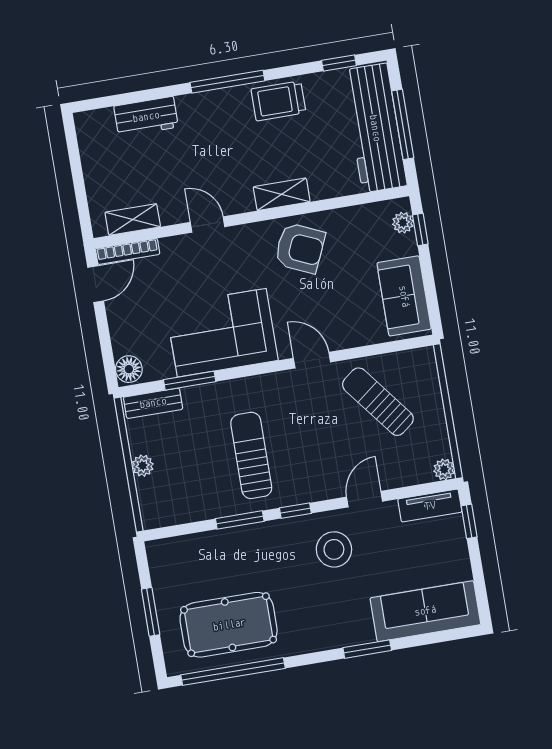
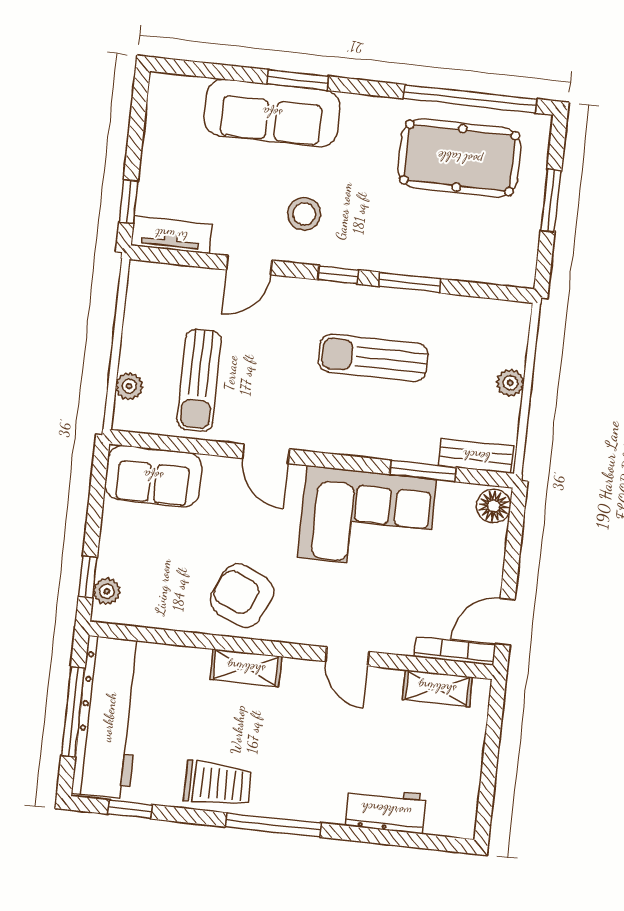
sofa: (404, 296) -> (153, 476), moved, turned 90
sun lounger: (378, 402) -> (199, 380), turned 38
sun lounger: (251, 455) -> (373, 358), turned 90
plant: (444, 469) -> (129, 386), moved
stool: (334, 549) -> (304, 214), width x0.73, depth x0.73
sofa: (425, 611) -> (272, 113), moved

